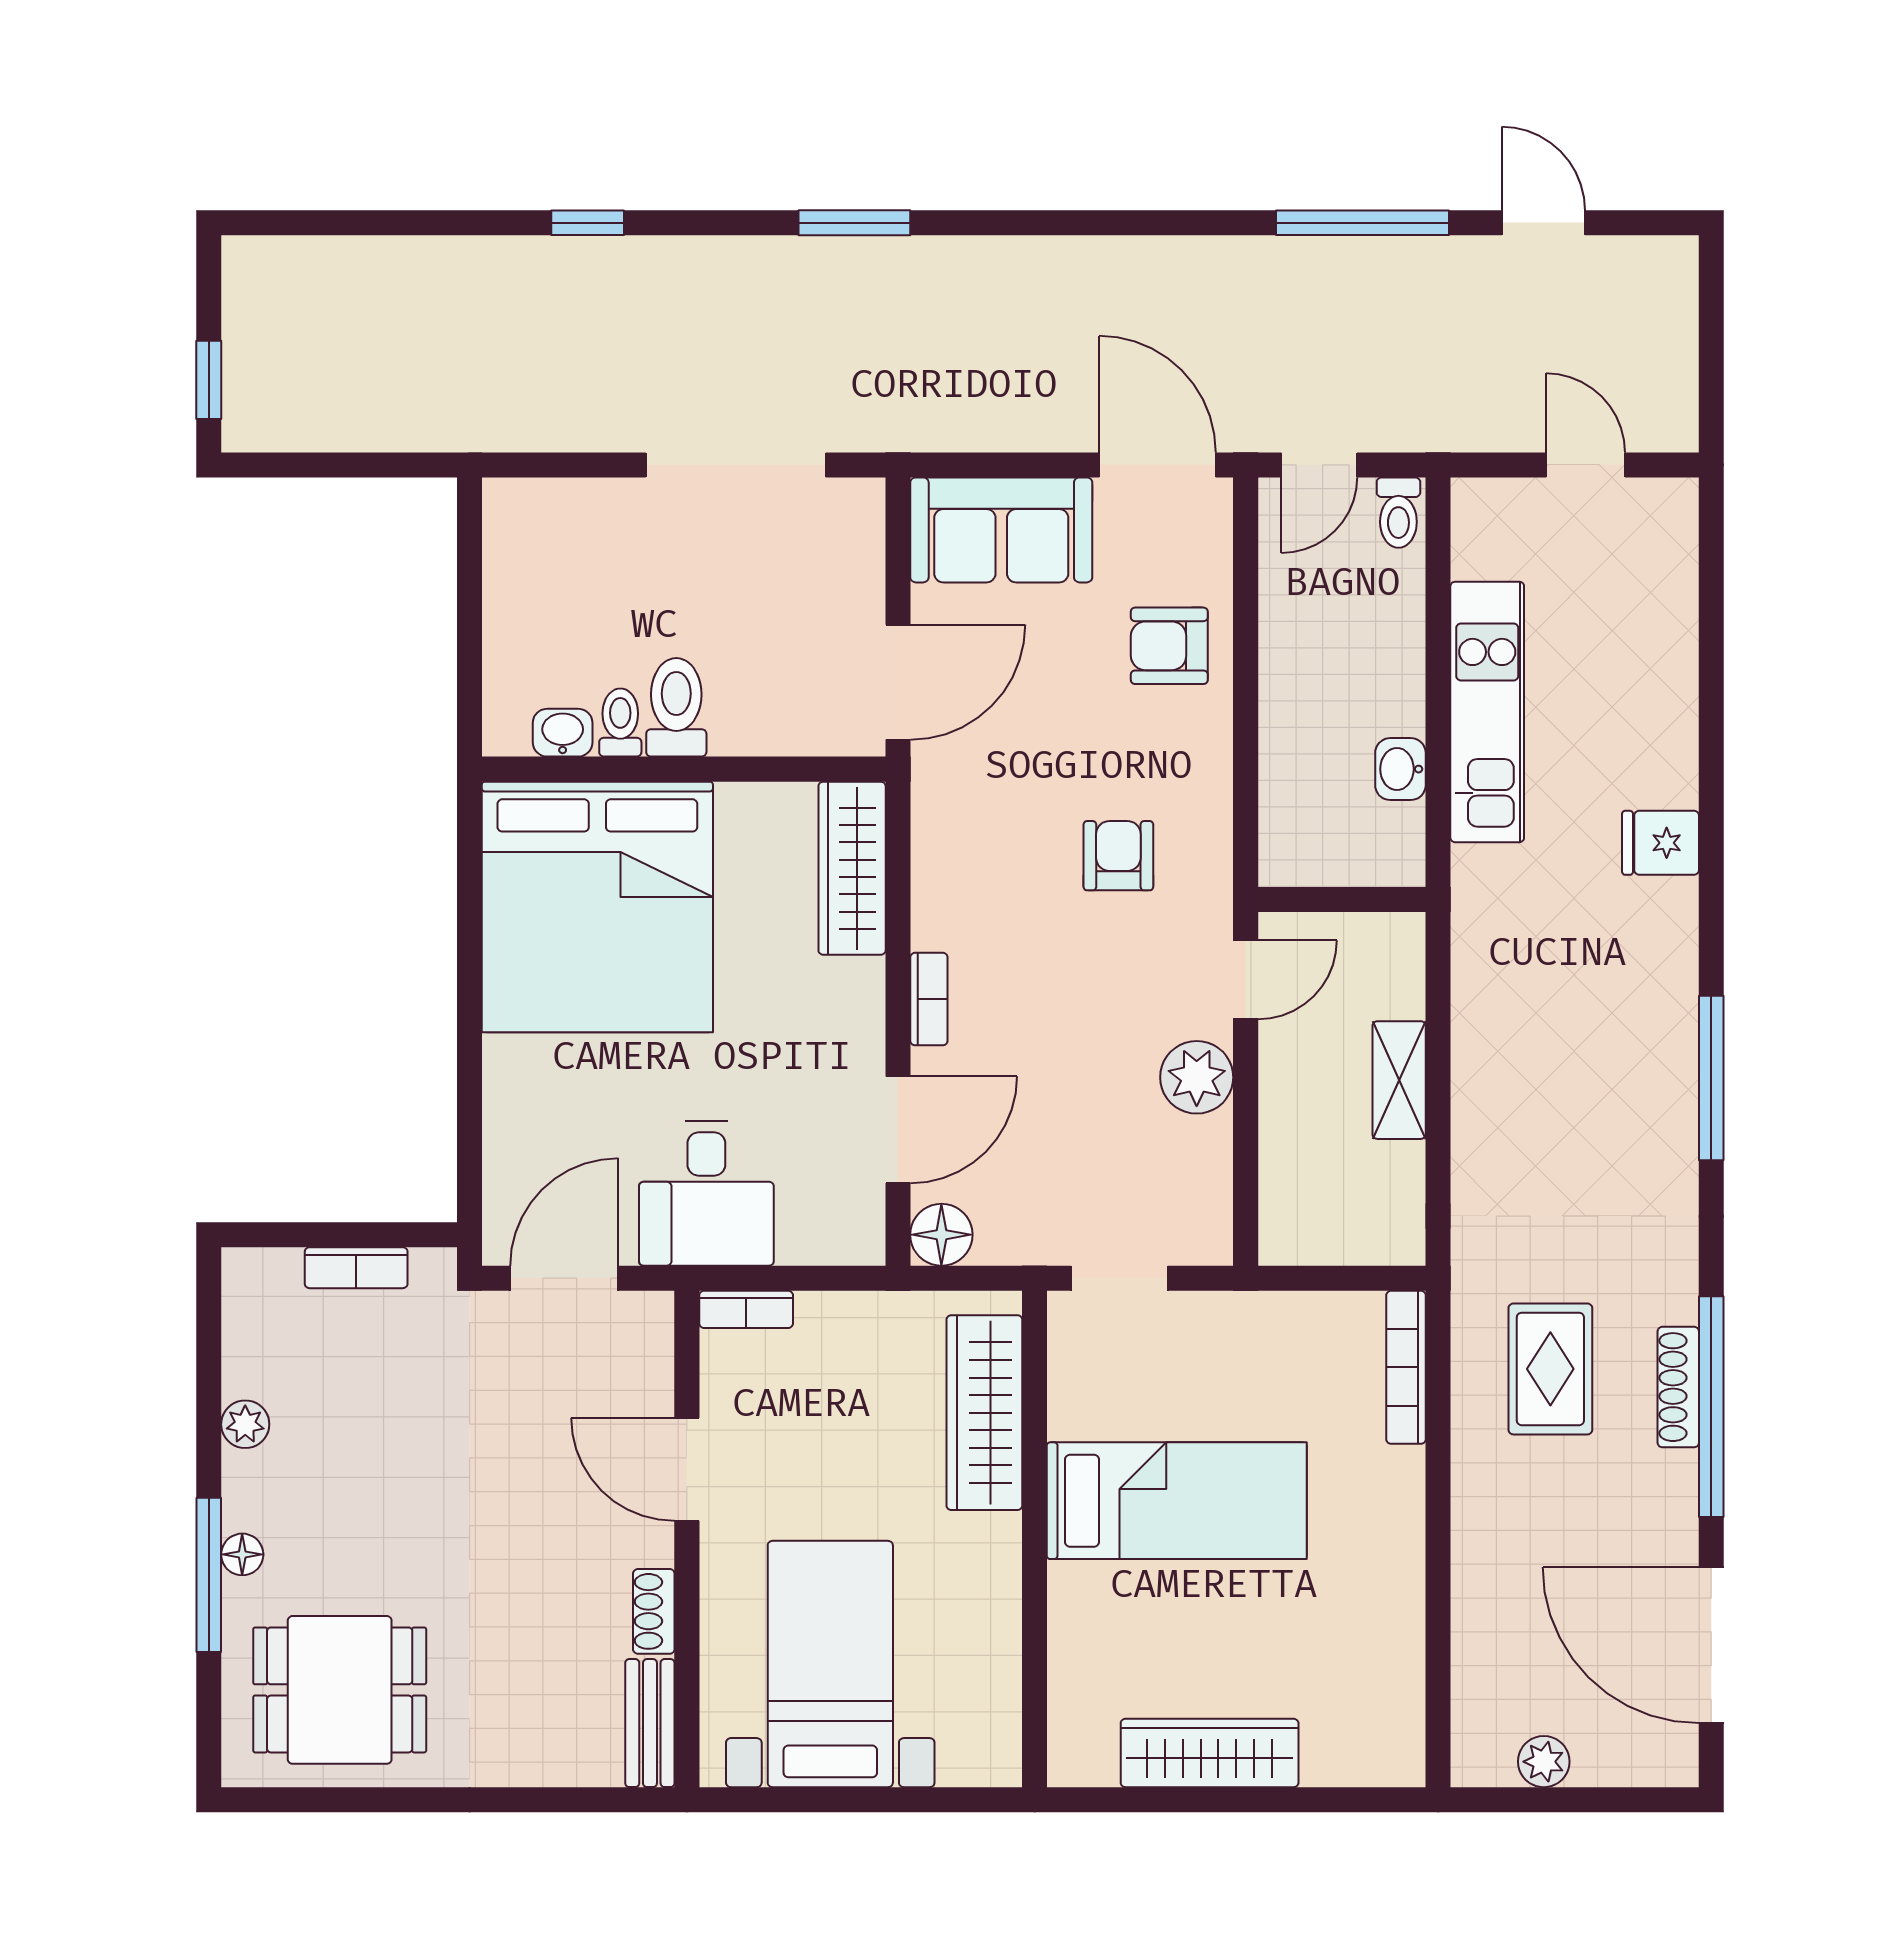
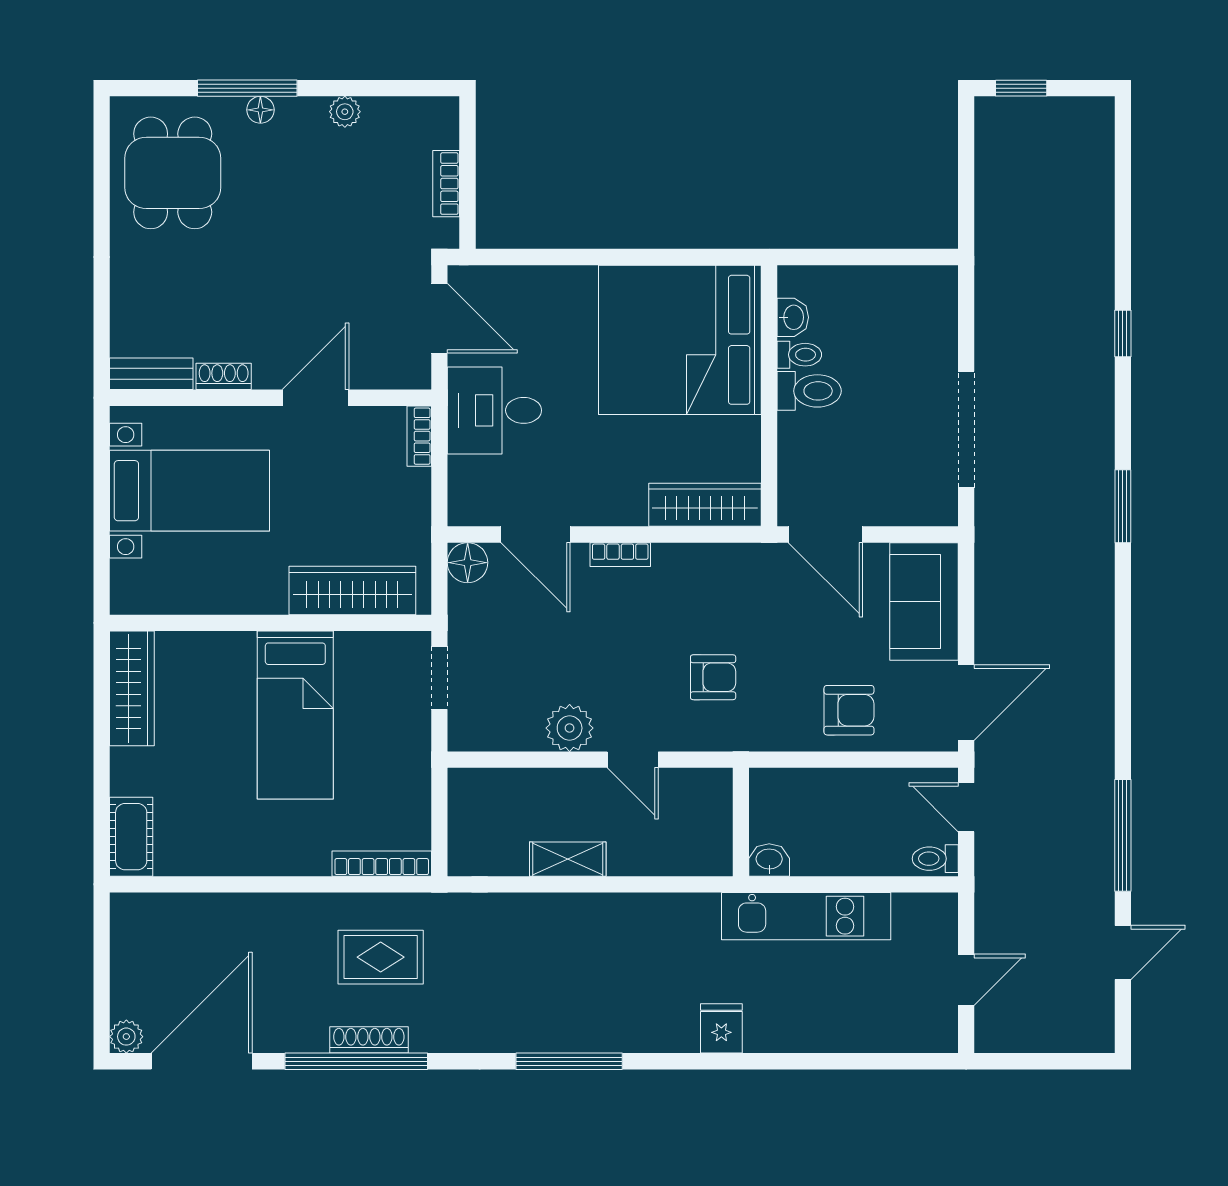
armchair: (1169, 646) -> (849, 710), turned 90
wall: (1342, 900) -> (741, 822), moved
wardrobe: (1210, 1753) -> (132, 688), moved
cot: (1364, 1754) -> (131, 837), added
plant: (1544, 1762) -> (126, 1037), moved

